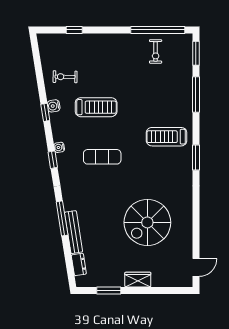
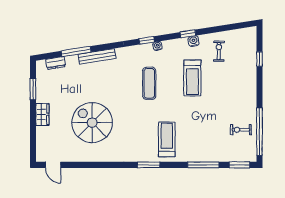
window: (62, 218) -> (76, 51), moved
bench: (74, 232) -> (97, 56), moved

